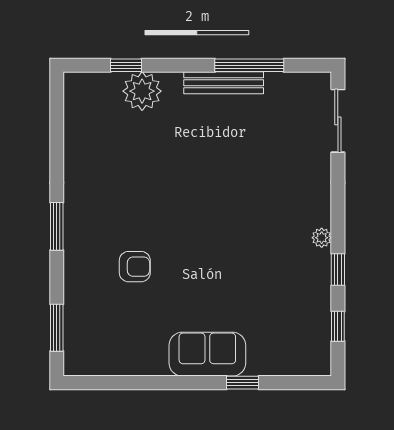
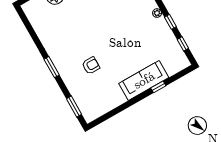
sofa: (207, 354) -> (144, 80), width x1.36

